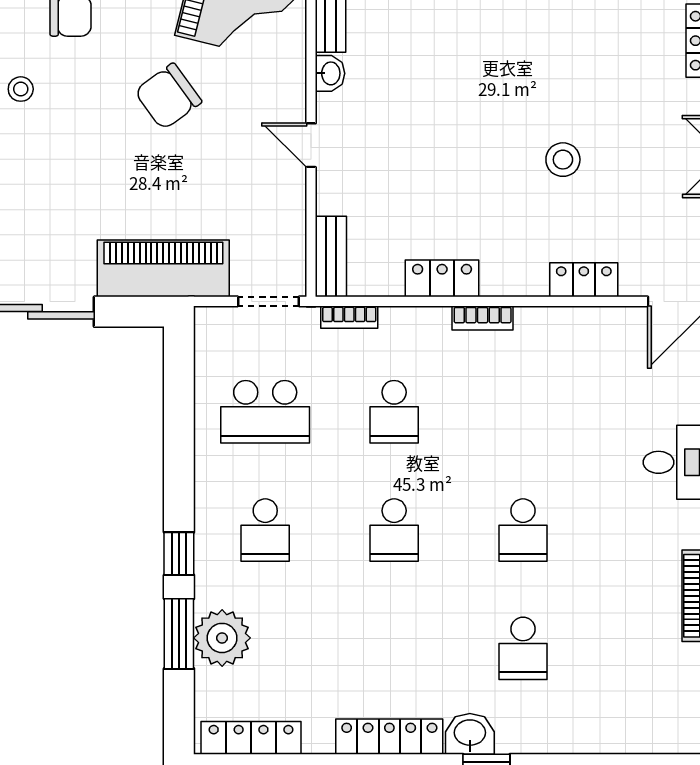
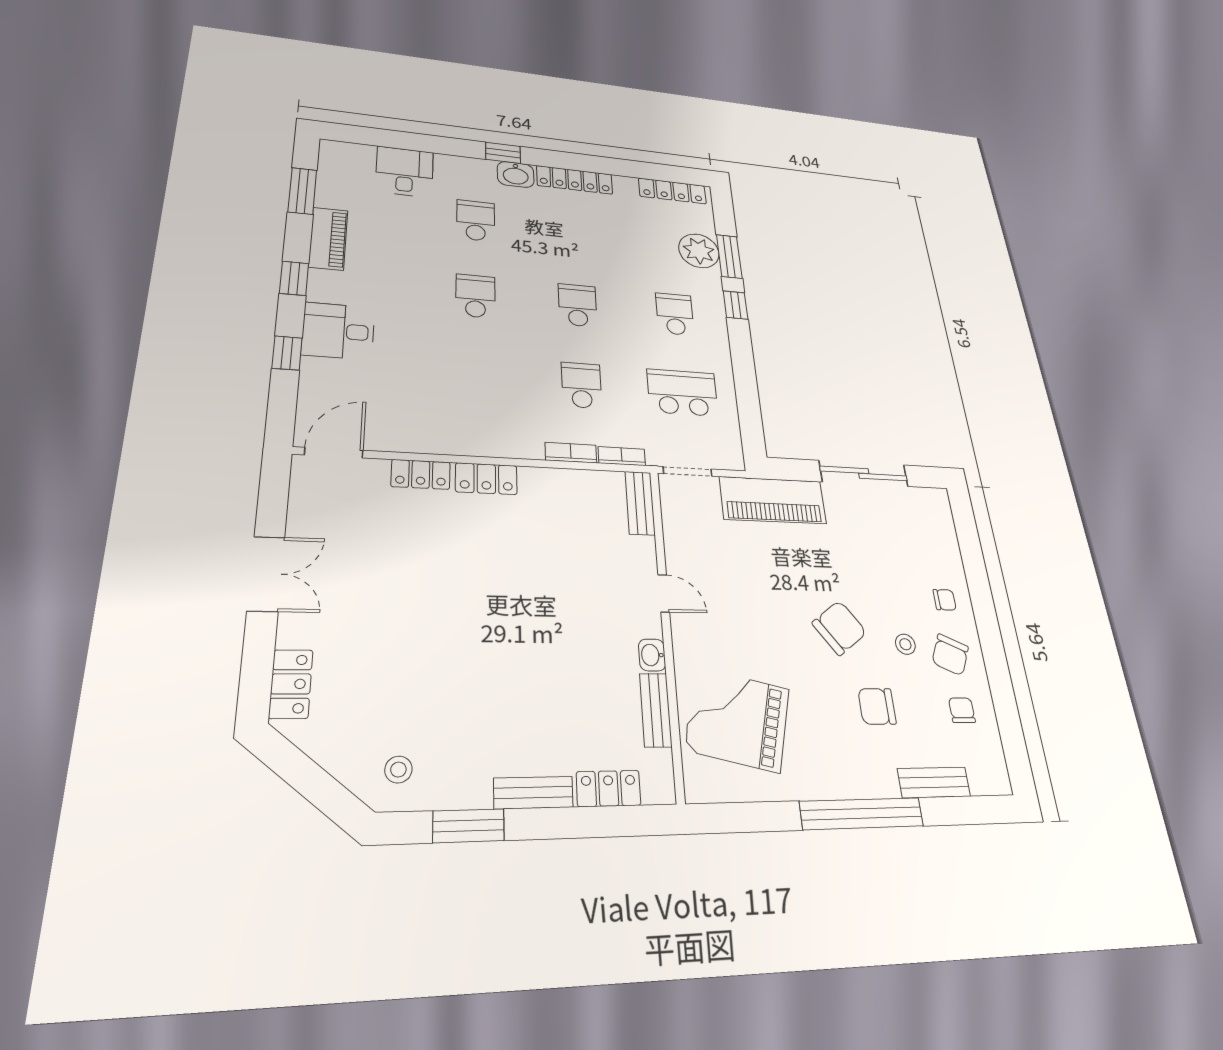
chair: (168, 96) -> (839, 628), moved
stool: (563, 160) -> (438, 575), removed
locker: (442, 278) -> (486, 479), moved
bookcase: (483, 318) -> (571, 453), moved
desk: (615, 716) -> (405, 172), added

